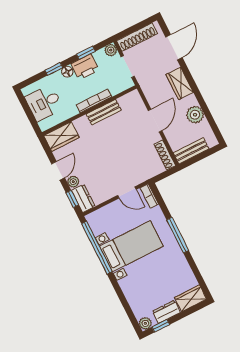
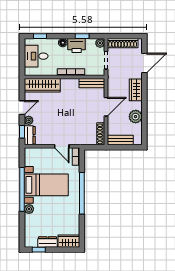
window: (54, 69) -> (40, 36), moved
bench: (104, 112) -> (92, 83), moved
wardrobe: (61, 136) -> (42, 85), width x1.50
window: (178, 235) -> (82, 193), width x1.46
window: (97, 248) -> (22, 189), moved
plant: (145, 323) -> (29, 209), moved

